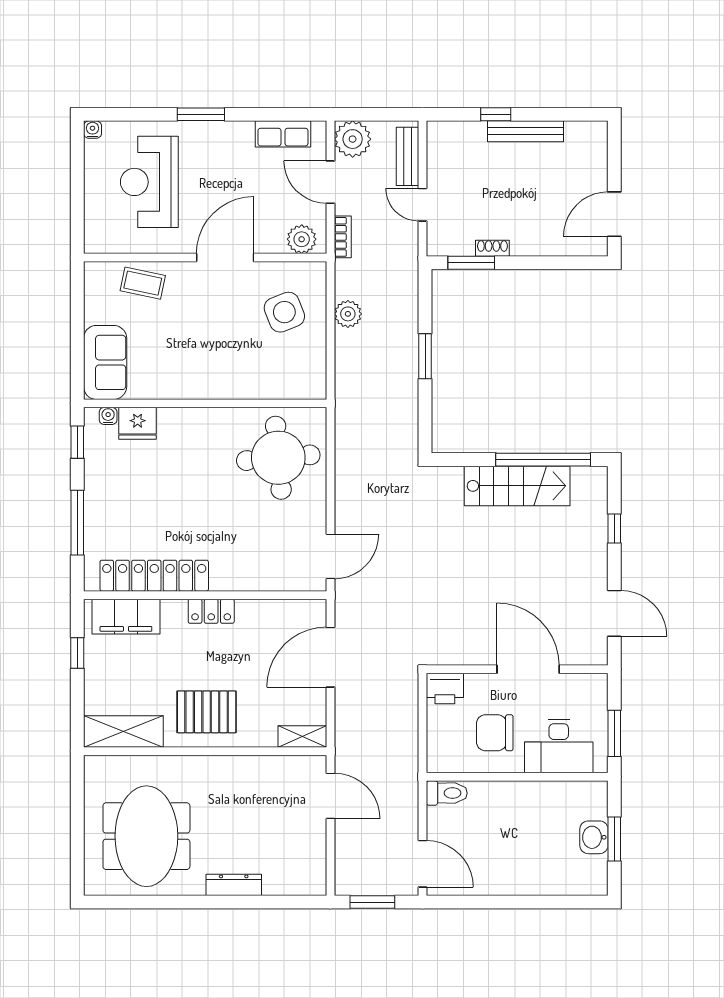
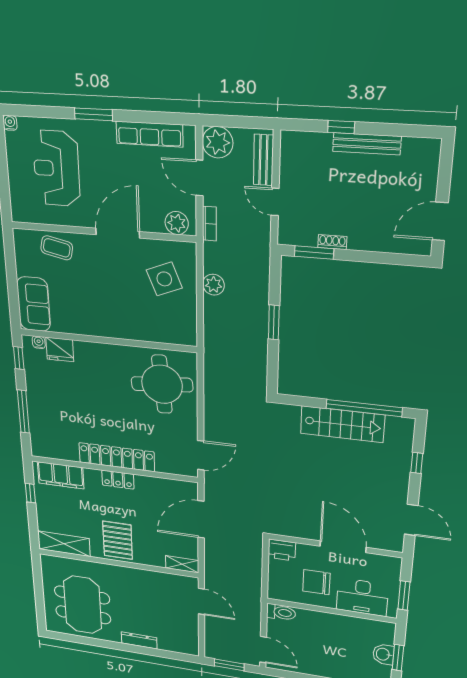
row of seats: (283, 134) -> (149, 134), width x1.48
locker: (154, 576) -> (117, 457), moved
pallet: (207, 712) -> (118, 540), turned 90

